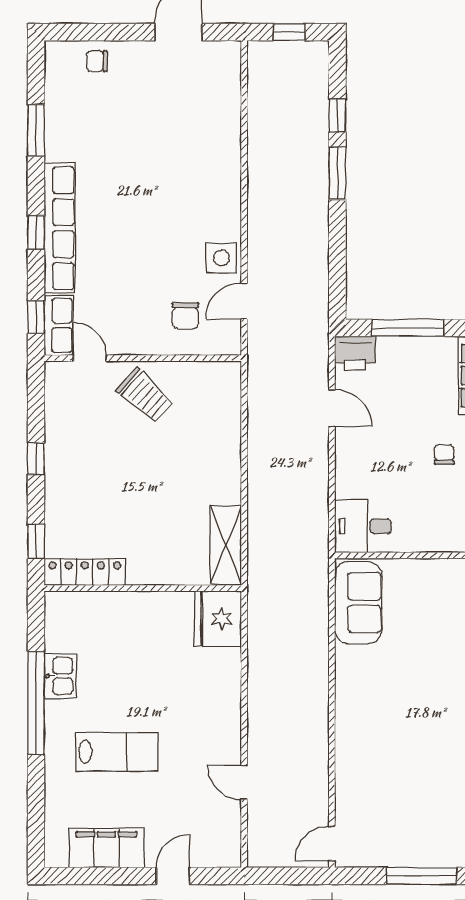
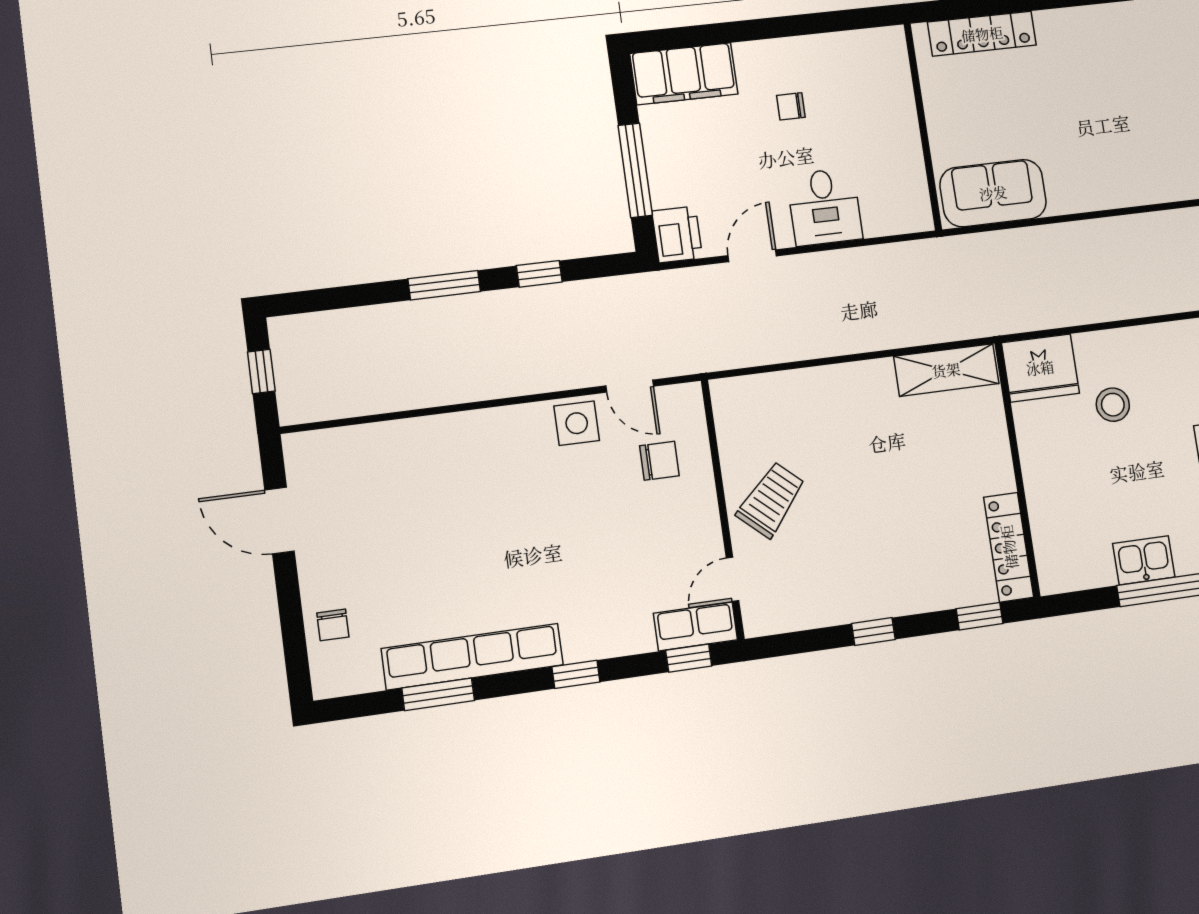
window: (337, 116) -> (539, 274), moved
row of seats: (60, 228) -> (472, 657), moved
desk: (363, 526) -> (825, 207), moved
stool: (183, 671) -> (1113, 405), added

